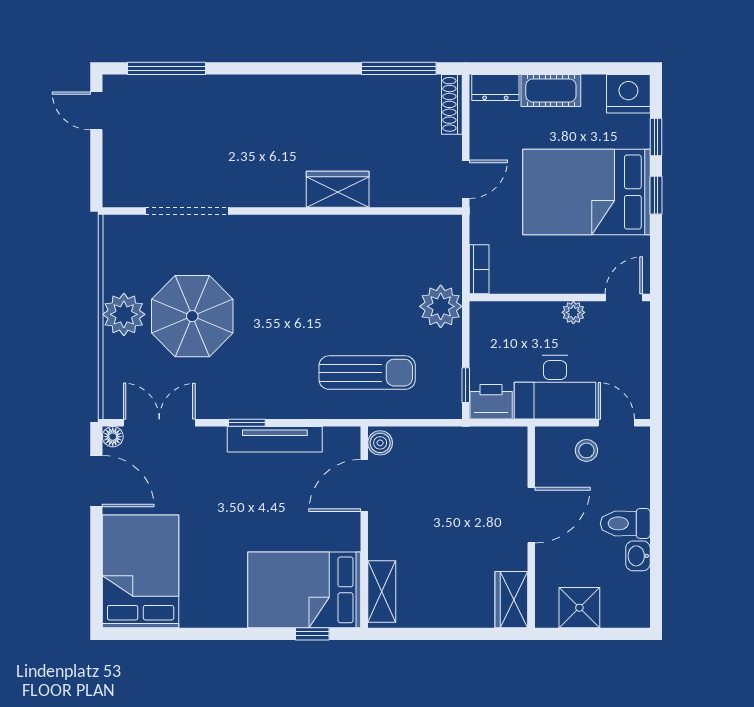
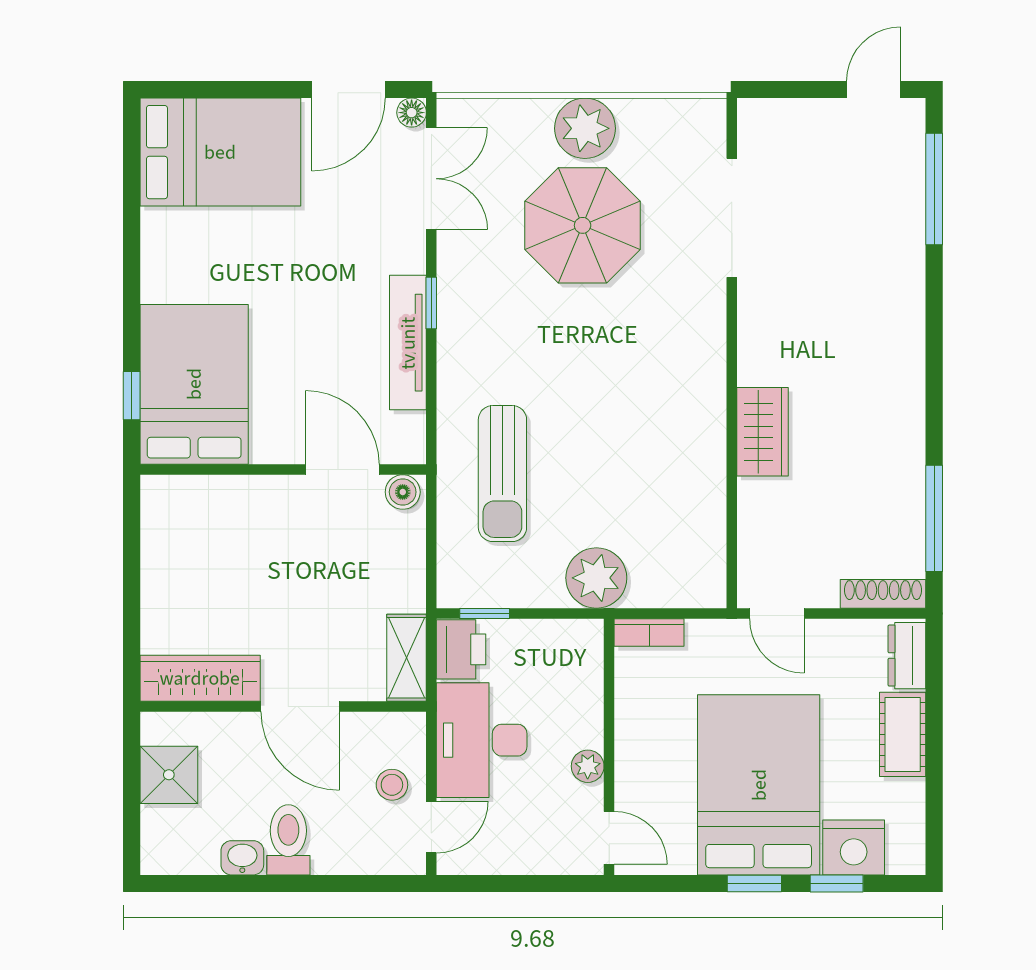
nightstand: (628, 94) -> (854, 847), moved, turned 90
shelving: (382, 591) -> (407, 658), moved, turned 90
wardrobe: (511, 600) -> (200, 678), width x1.50

